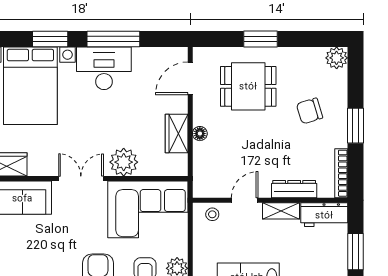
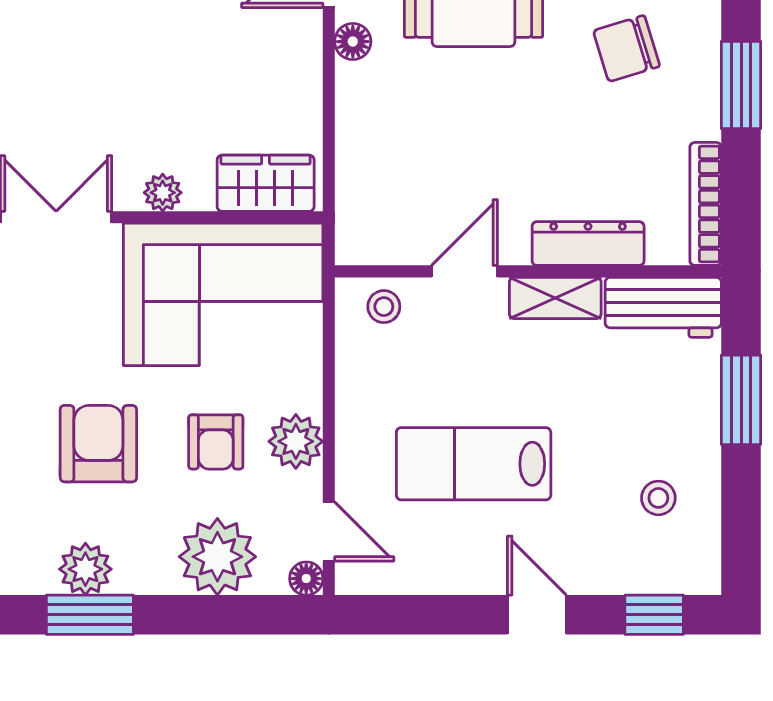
wardrobe: (177, 133) -> (266, 183), moved, turned 90
floor lamp: (200, 134) -> (353, 42), moved
plant: (124, 162) -> (163, 193), width x0.53, depth x0.53

